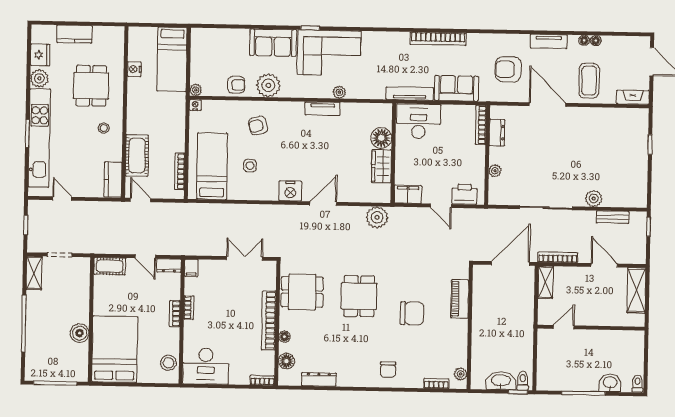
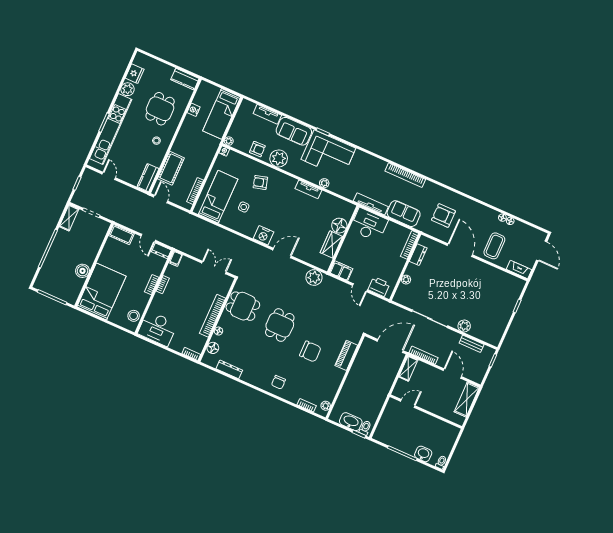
kitchen counter: (74, 34) -> (185, 79), moved
tv unit: (549, 41) -> (267, 114), moved

